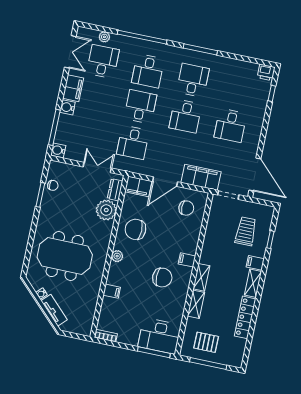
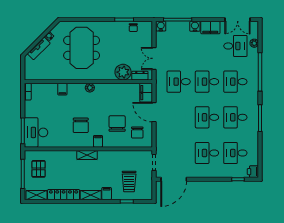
desk: (193, 80) -> (235, 117), turned 180
desk: (238, 90) -> (235, 153), added
desk: (140, 107) -> (207, 82), turned 180
double door: (97, 167) -> (154, 58), swing flipped
filing cabinet: (201, 177) -> (163, 139), removed
chair: (136, 229) -> (117, 124), moved
trolley: (246, 231) -> (129, 181), turned 90
shelving: (196, 304) -> (36, 195), moved

